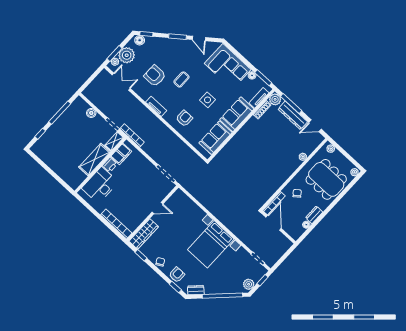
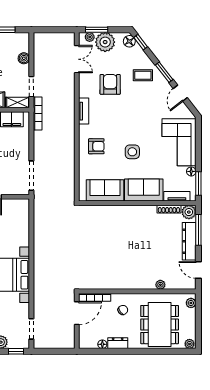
coffee table: (181, 79) -> (143, 75), moved

